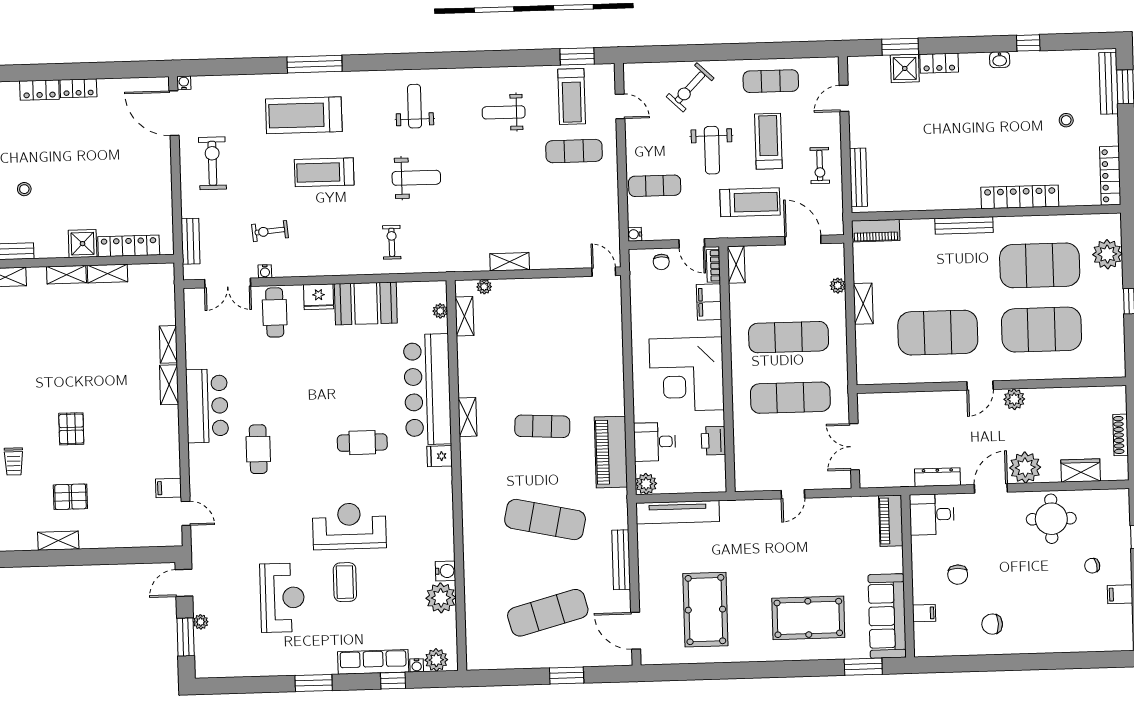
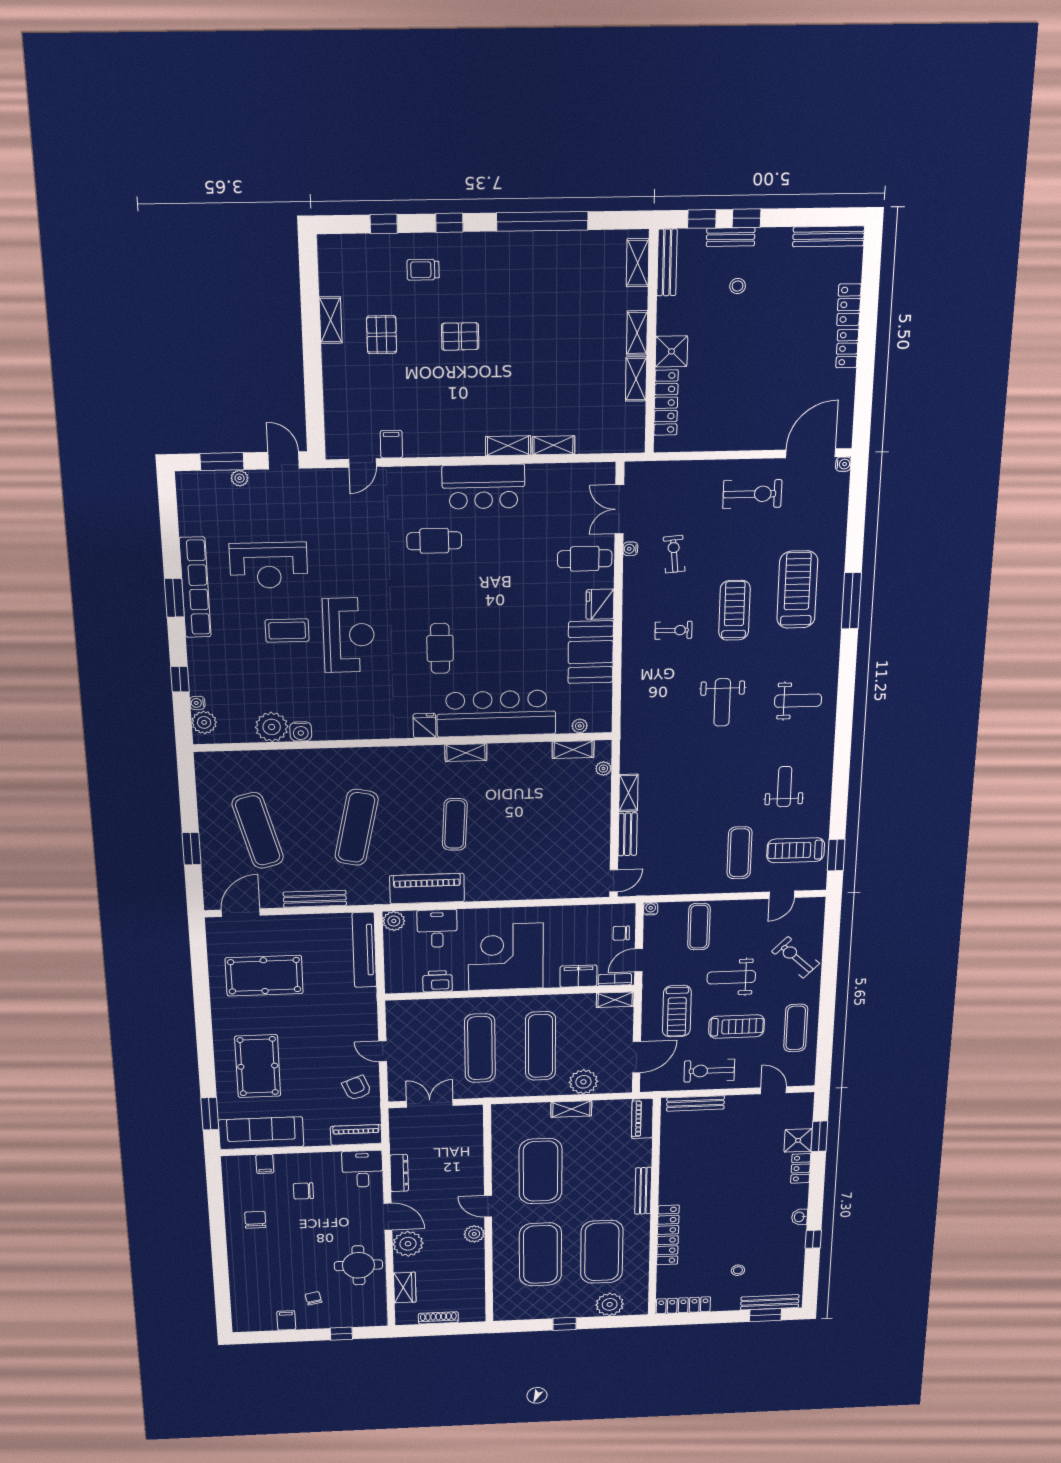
exercise bike: (820, 166) -> (709, 1071), width x1.38, depth x1.39
bench: (190, 241) -> (628, 834), moved, turned 90
exercise bike: (392, 242) -> (674, 630), moved
plant: (838, 286) -> (583, 1082), width x1.87, depth x1.87
armchair: (835, 520) -> (357, 1088), added
row of seats: (373, 662) -> (195, 587), moved, width x1.36

